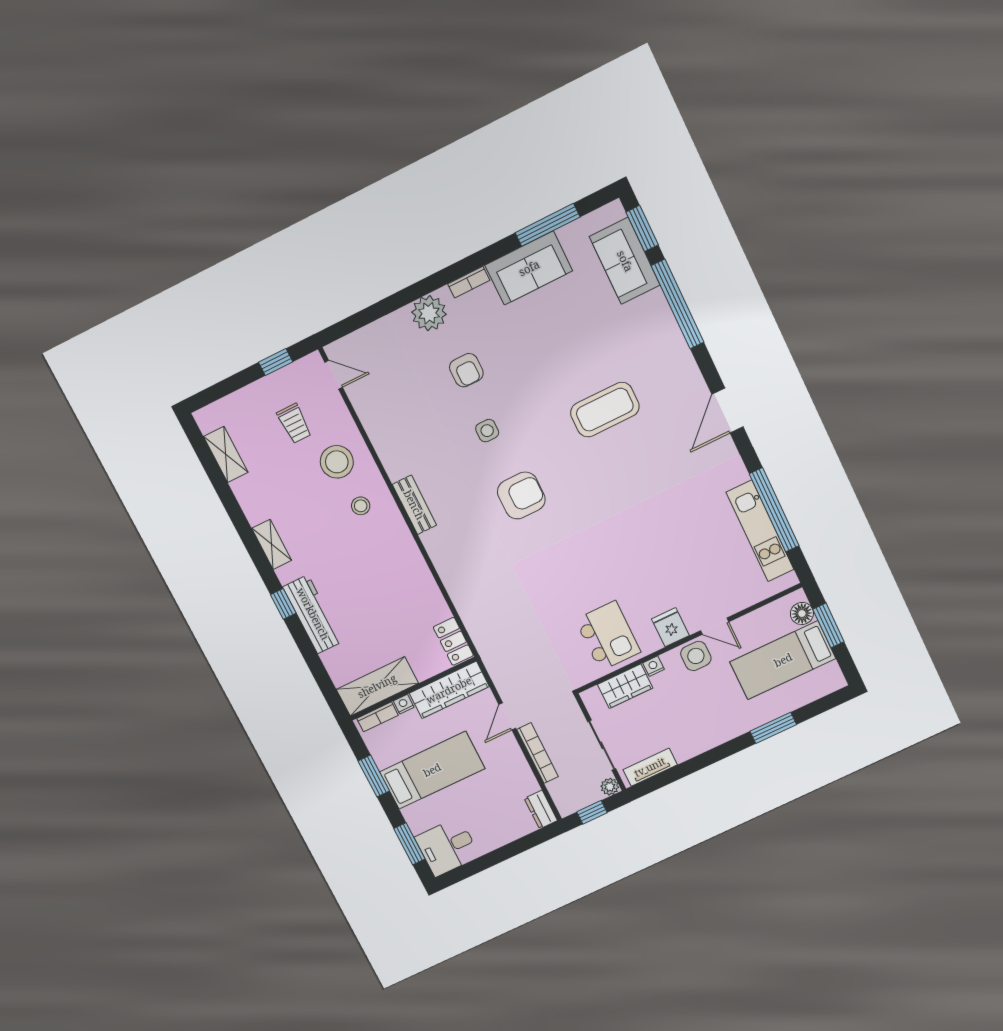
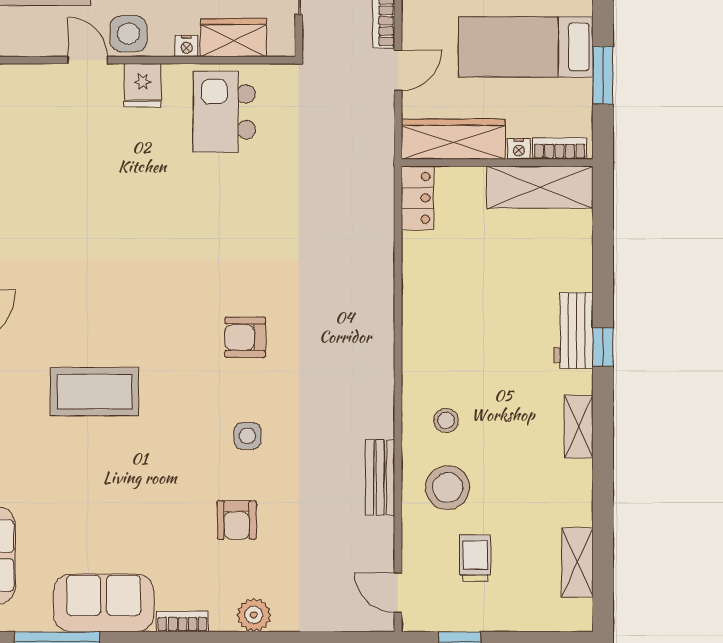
plant: (429, 313) -> (254, 615), width x0.73, depth x0.73
armchair: (466, 370) -> (237, 520), turned 180
armchair: (521, 496) -> (245, 337), width x0.72, depth x0.72
bench: (414, 505) -> (380, 478), moved
workbench: (313, 614) -> (573, 331), width x0.73

